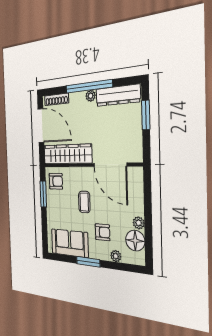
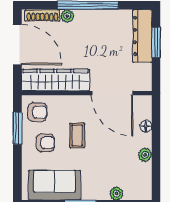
dresser: (118, 95) -> (142, 36), moved, turned 90
plant: (91, 96) -> (67, 16), moved
armchair: (103, 232) -> (45, 143), moved
floor lamp: (135, 241) -> (146, 126), moved, width x0.53, depth x0.53

